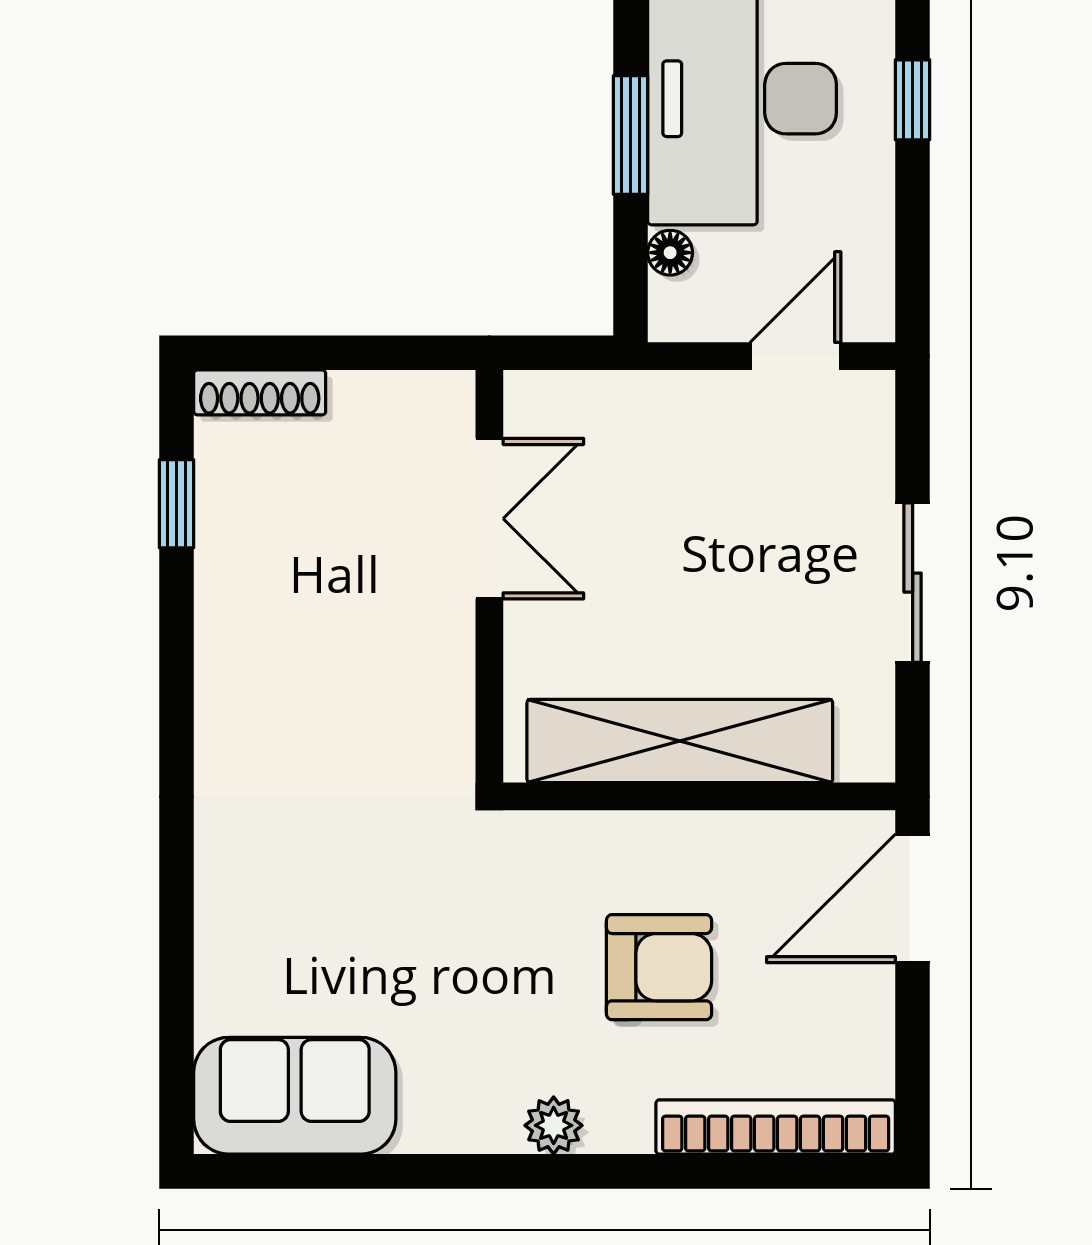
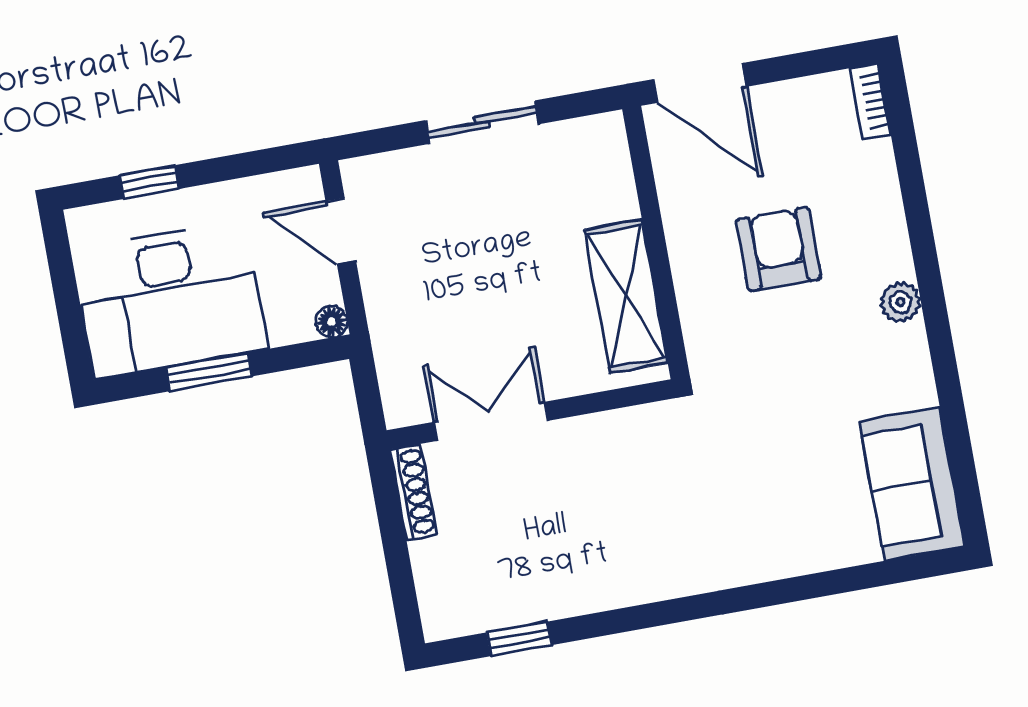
floor lamp: (670, 253) -> (331, 322), moved
shoe rack: (260, 392) -> (414, 492), moved
shelving: (680, 741) -> (626, 296), width x0.68
bookcase: (776, 1127) -> (870, 101), width x0.43, depth x0.76

